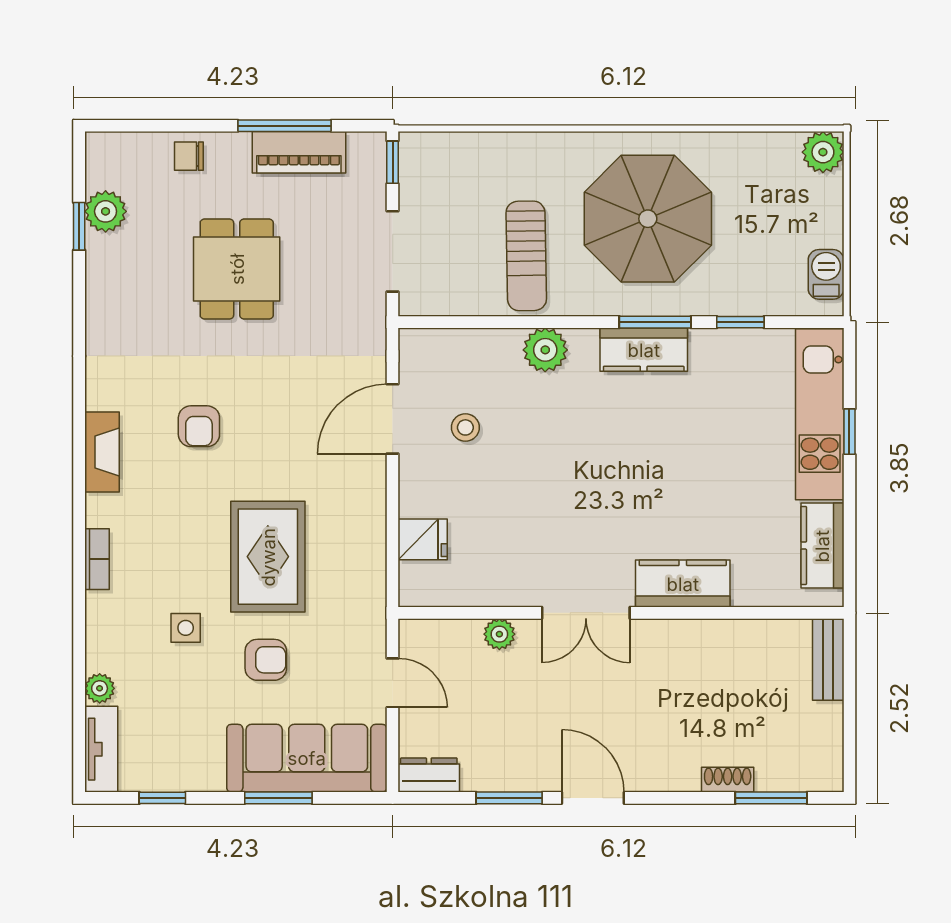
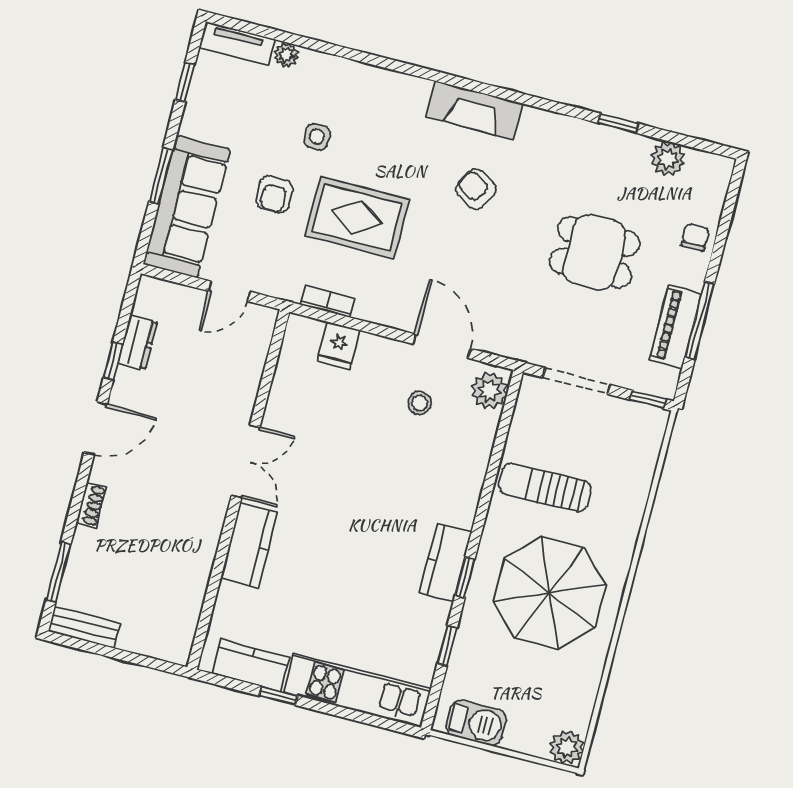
window: (79, 226) -> (618, 123), moved
barbecue: (826, 274) -> (476, 723), width x1.38, depth x1.27
window: (655, 322) -> (465, 577), width x0.67
plant: (545, 350) -> (489, 391), moved
armchair: (199, 426) -> (476, 189), turned 31
window: (849, 432) -> (278, 696), moved
fireplace: (102, 452) -> (474, 110), width x1.37, depth x1.32
bookcase: (97, 559) -> (328, 301), moved, turned 180
double door: (586, 613) -> (246, 461), swing flipped
plant: (499, 634) -> (247, 387), removed
bench: (828, 659) -> (84, 627), moved
dresser: (429, 775) -> (137, 342), moved
shoe rack: (728, 780) -> (91, 505), moved
window: (509, 798) -> (113, 361), width x0.67

